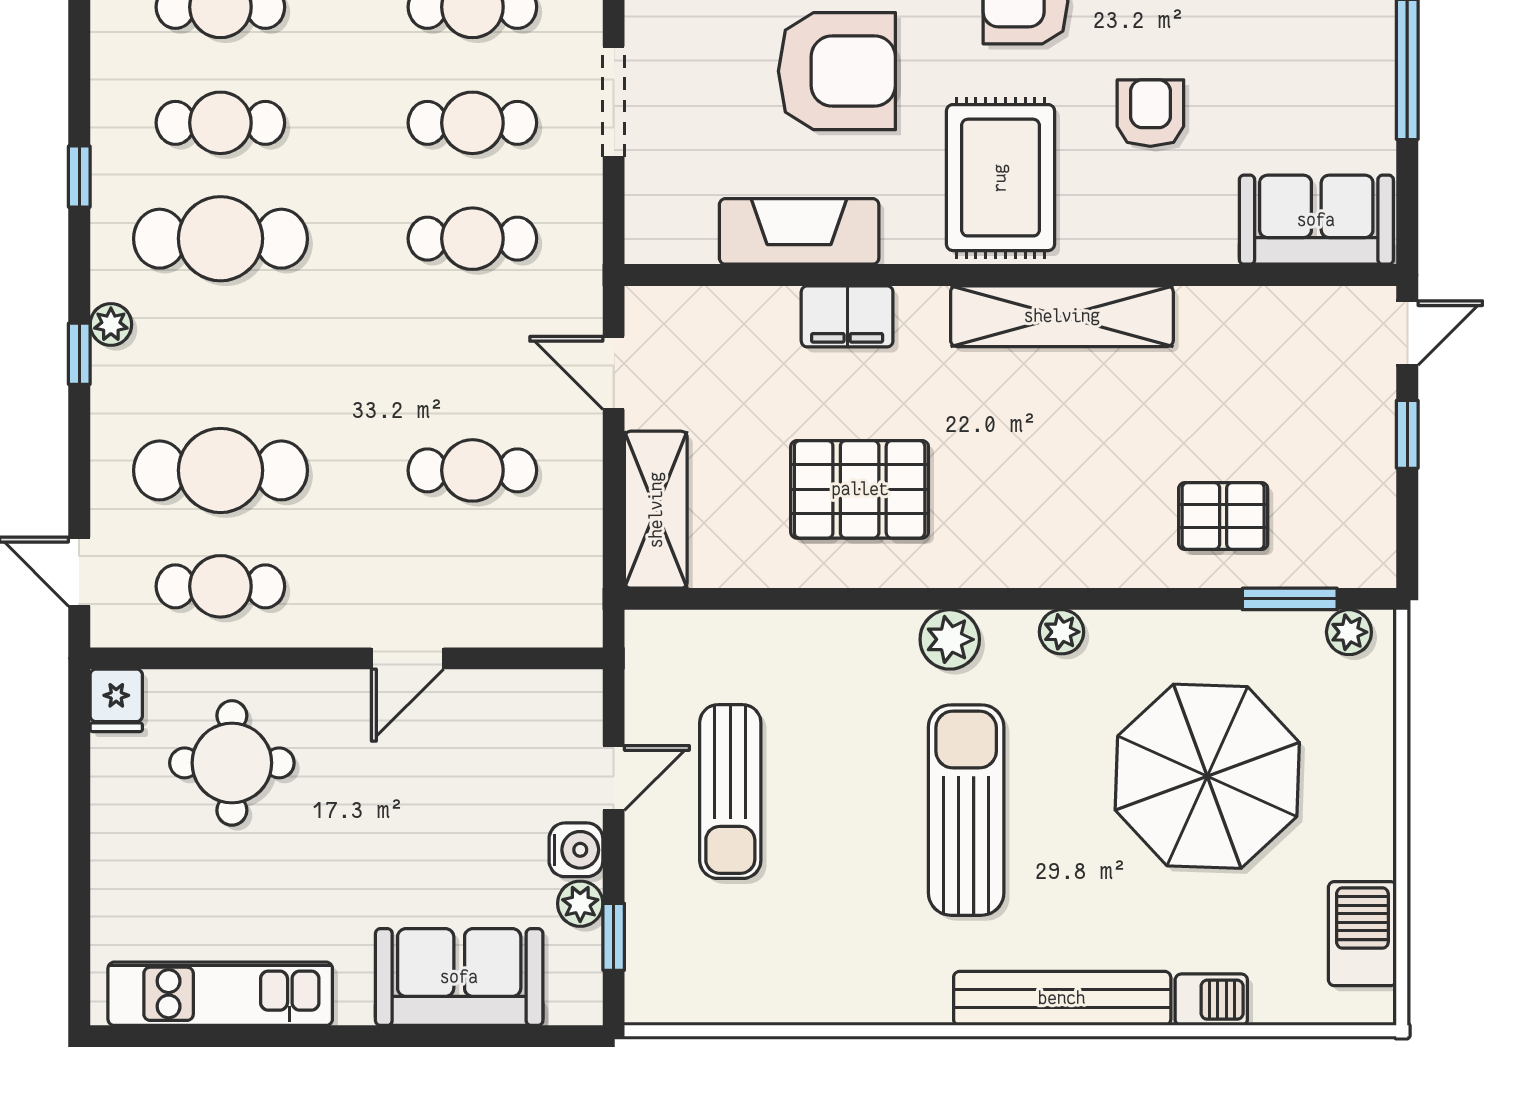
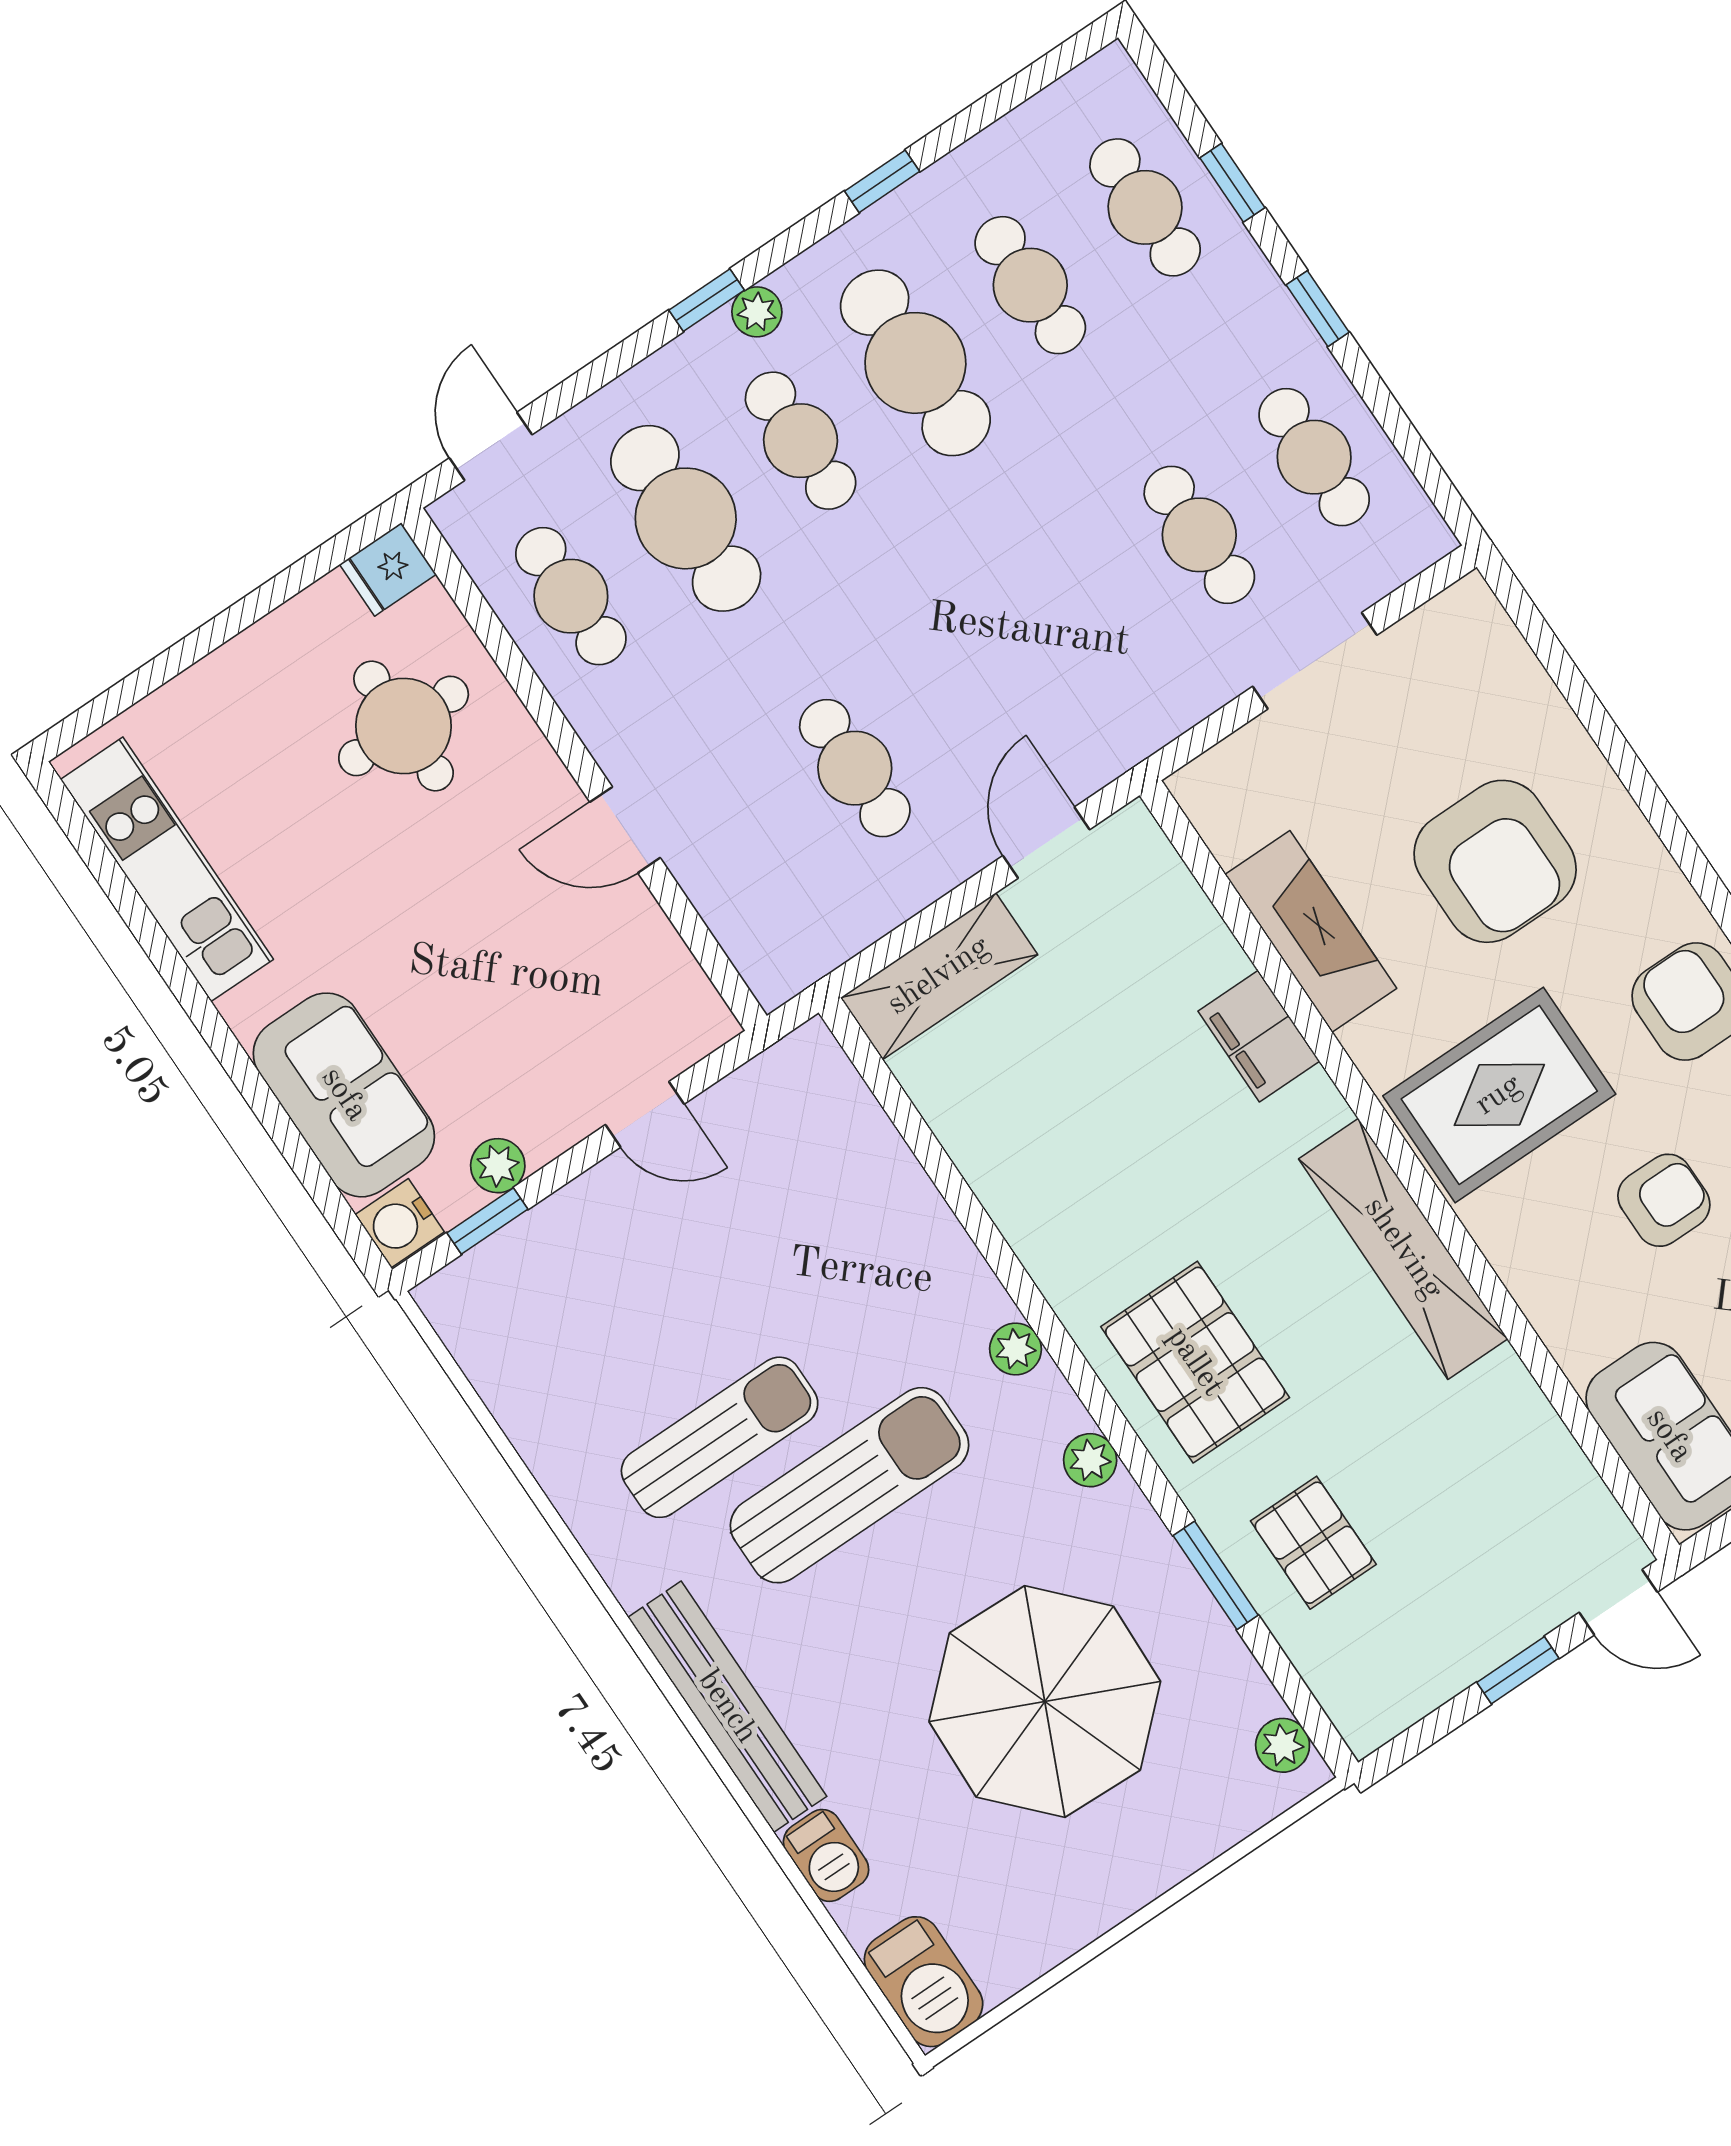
cafe table: (472, 239) -> (801, 441), moved
pallet: (860, 489) -> (1195, 1362), moved
window: (1290, 599) -> (1216, 1575), moved
plant: (950, 639) -> (1016, 1349), width x0.73, depth x0.73
sun lounger: (730, 792) -> (720, 1437), moved, turned 180
water cooler: (576, 850) -> (400, 1223), moved, turned 90
barbecue: (1362, 934) -> (924, 1982), moved, turned 90

